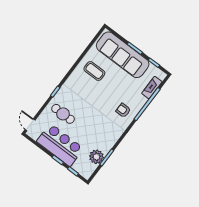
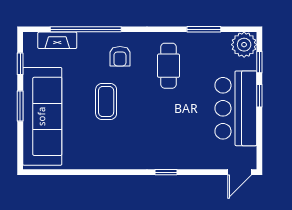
coffee table: (94, 71) -> (106, 101), moved
cafe table: (63, 114) -> (169, 66), moved
plant: (96, 157) -> (244, 45), moved

